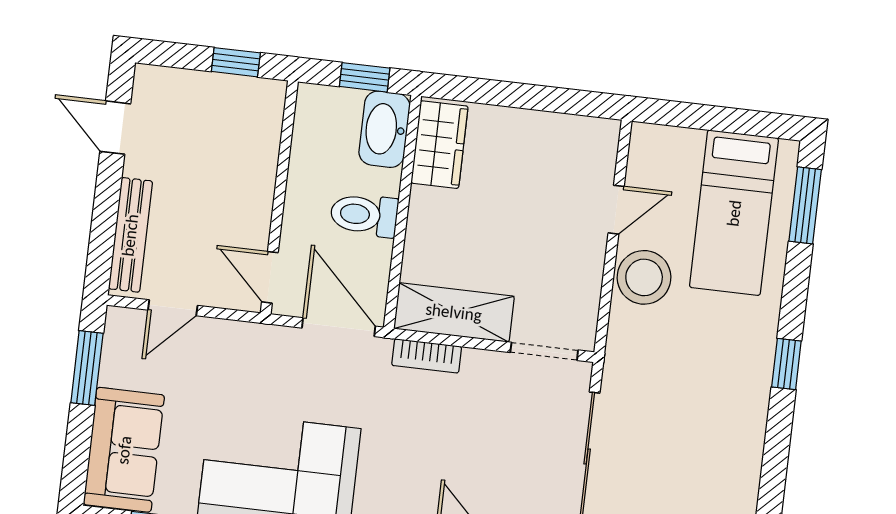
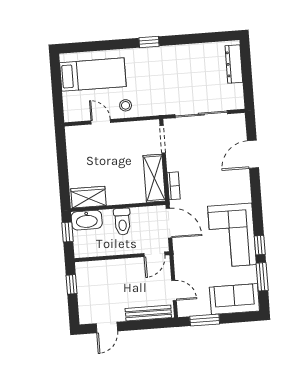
window: (805, 205) -> (84, 47), removed
stool: (644, 277) -> (126, 105), width x0.53, depth x0.53
door: (339, 327) -> (169, 223), swing flipped

